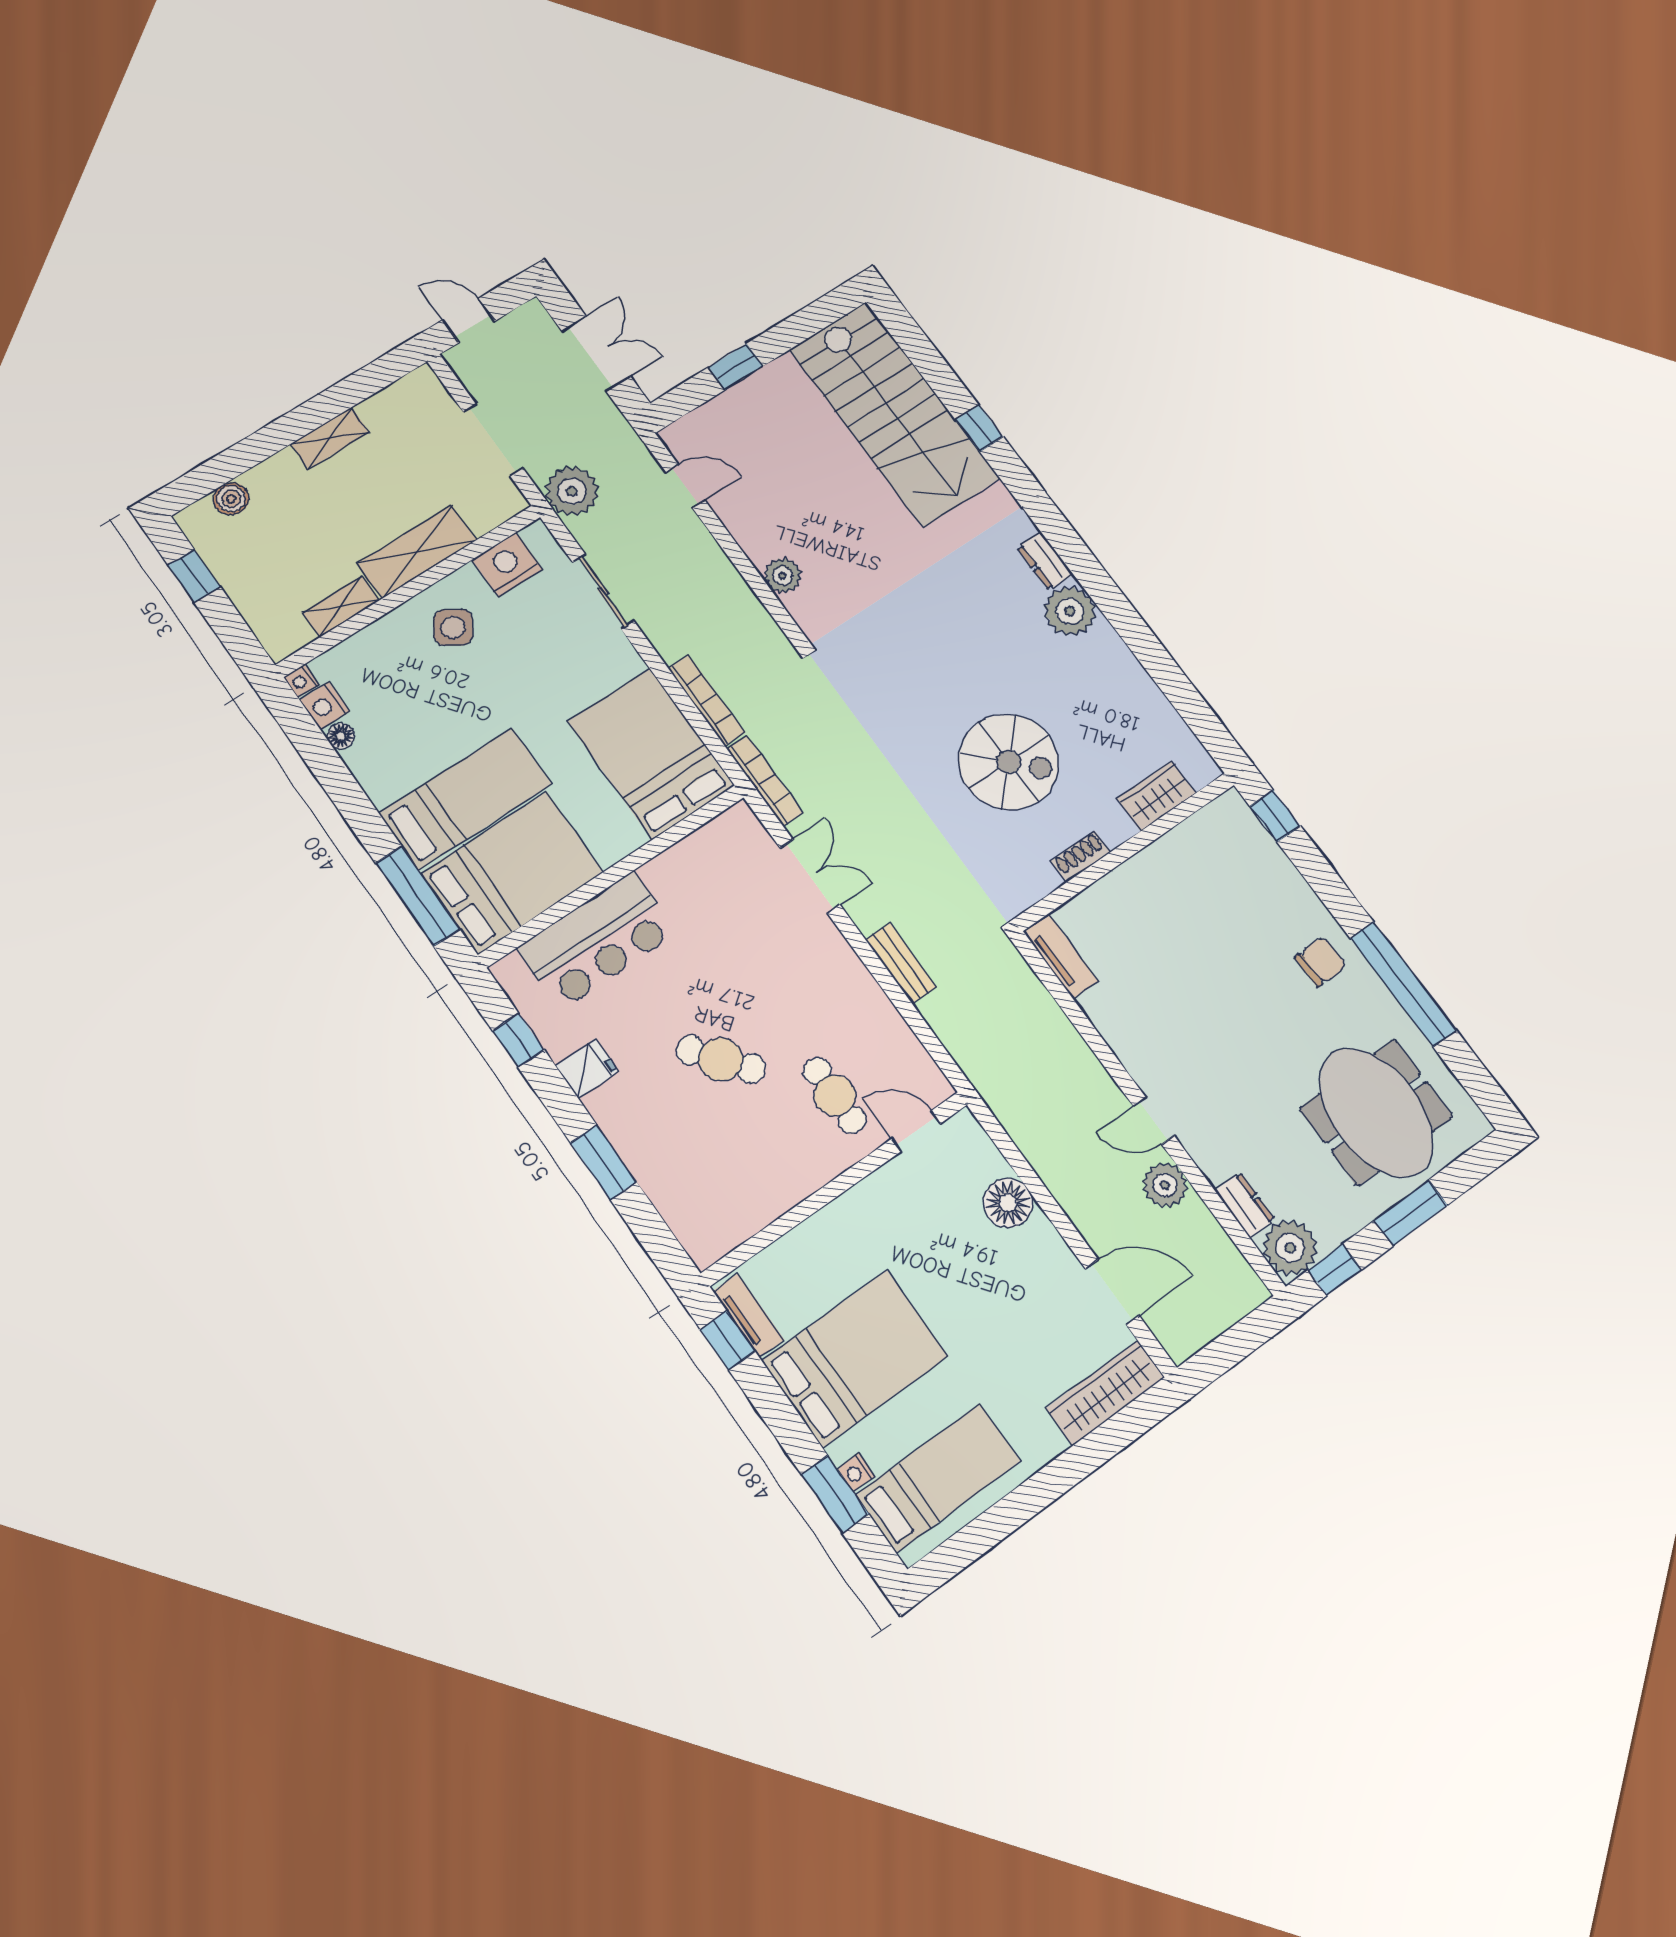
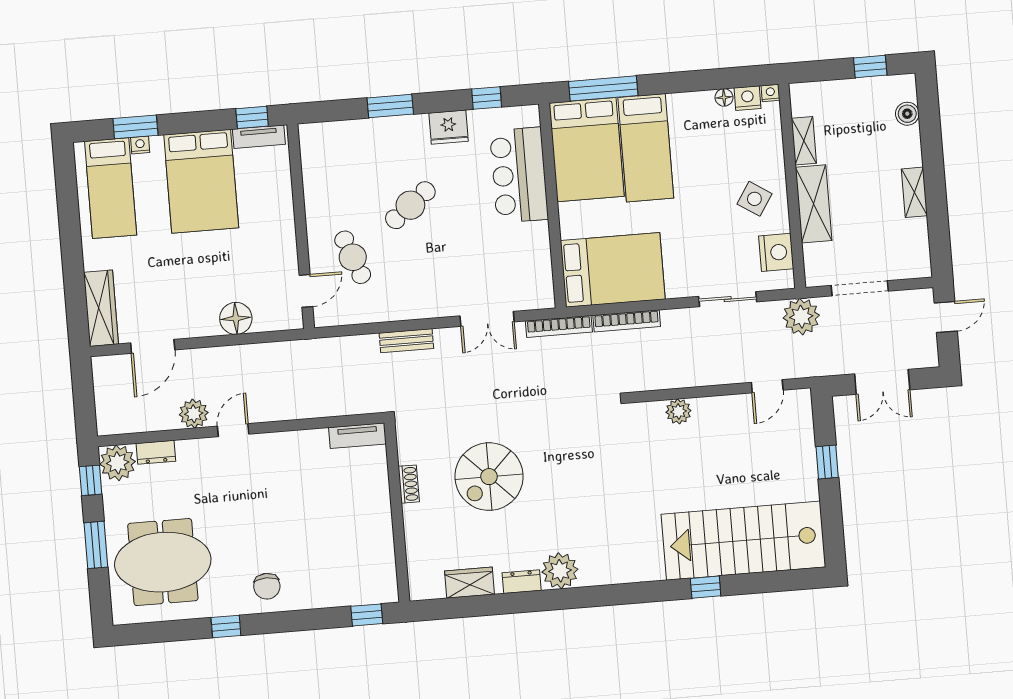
dresser: (1045, 561) -> (522, 582), moved
wardrobe: (1156, 796) -> (470, 583), moved, turned -90
window: (1403, 984) -> (226, 627), width x0.32
fridge: (587, 1068) -> (449, 127), width x1.38
cafe table: (835, 1095) -> (353, 257), turned 69

